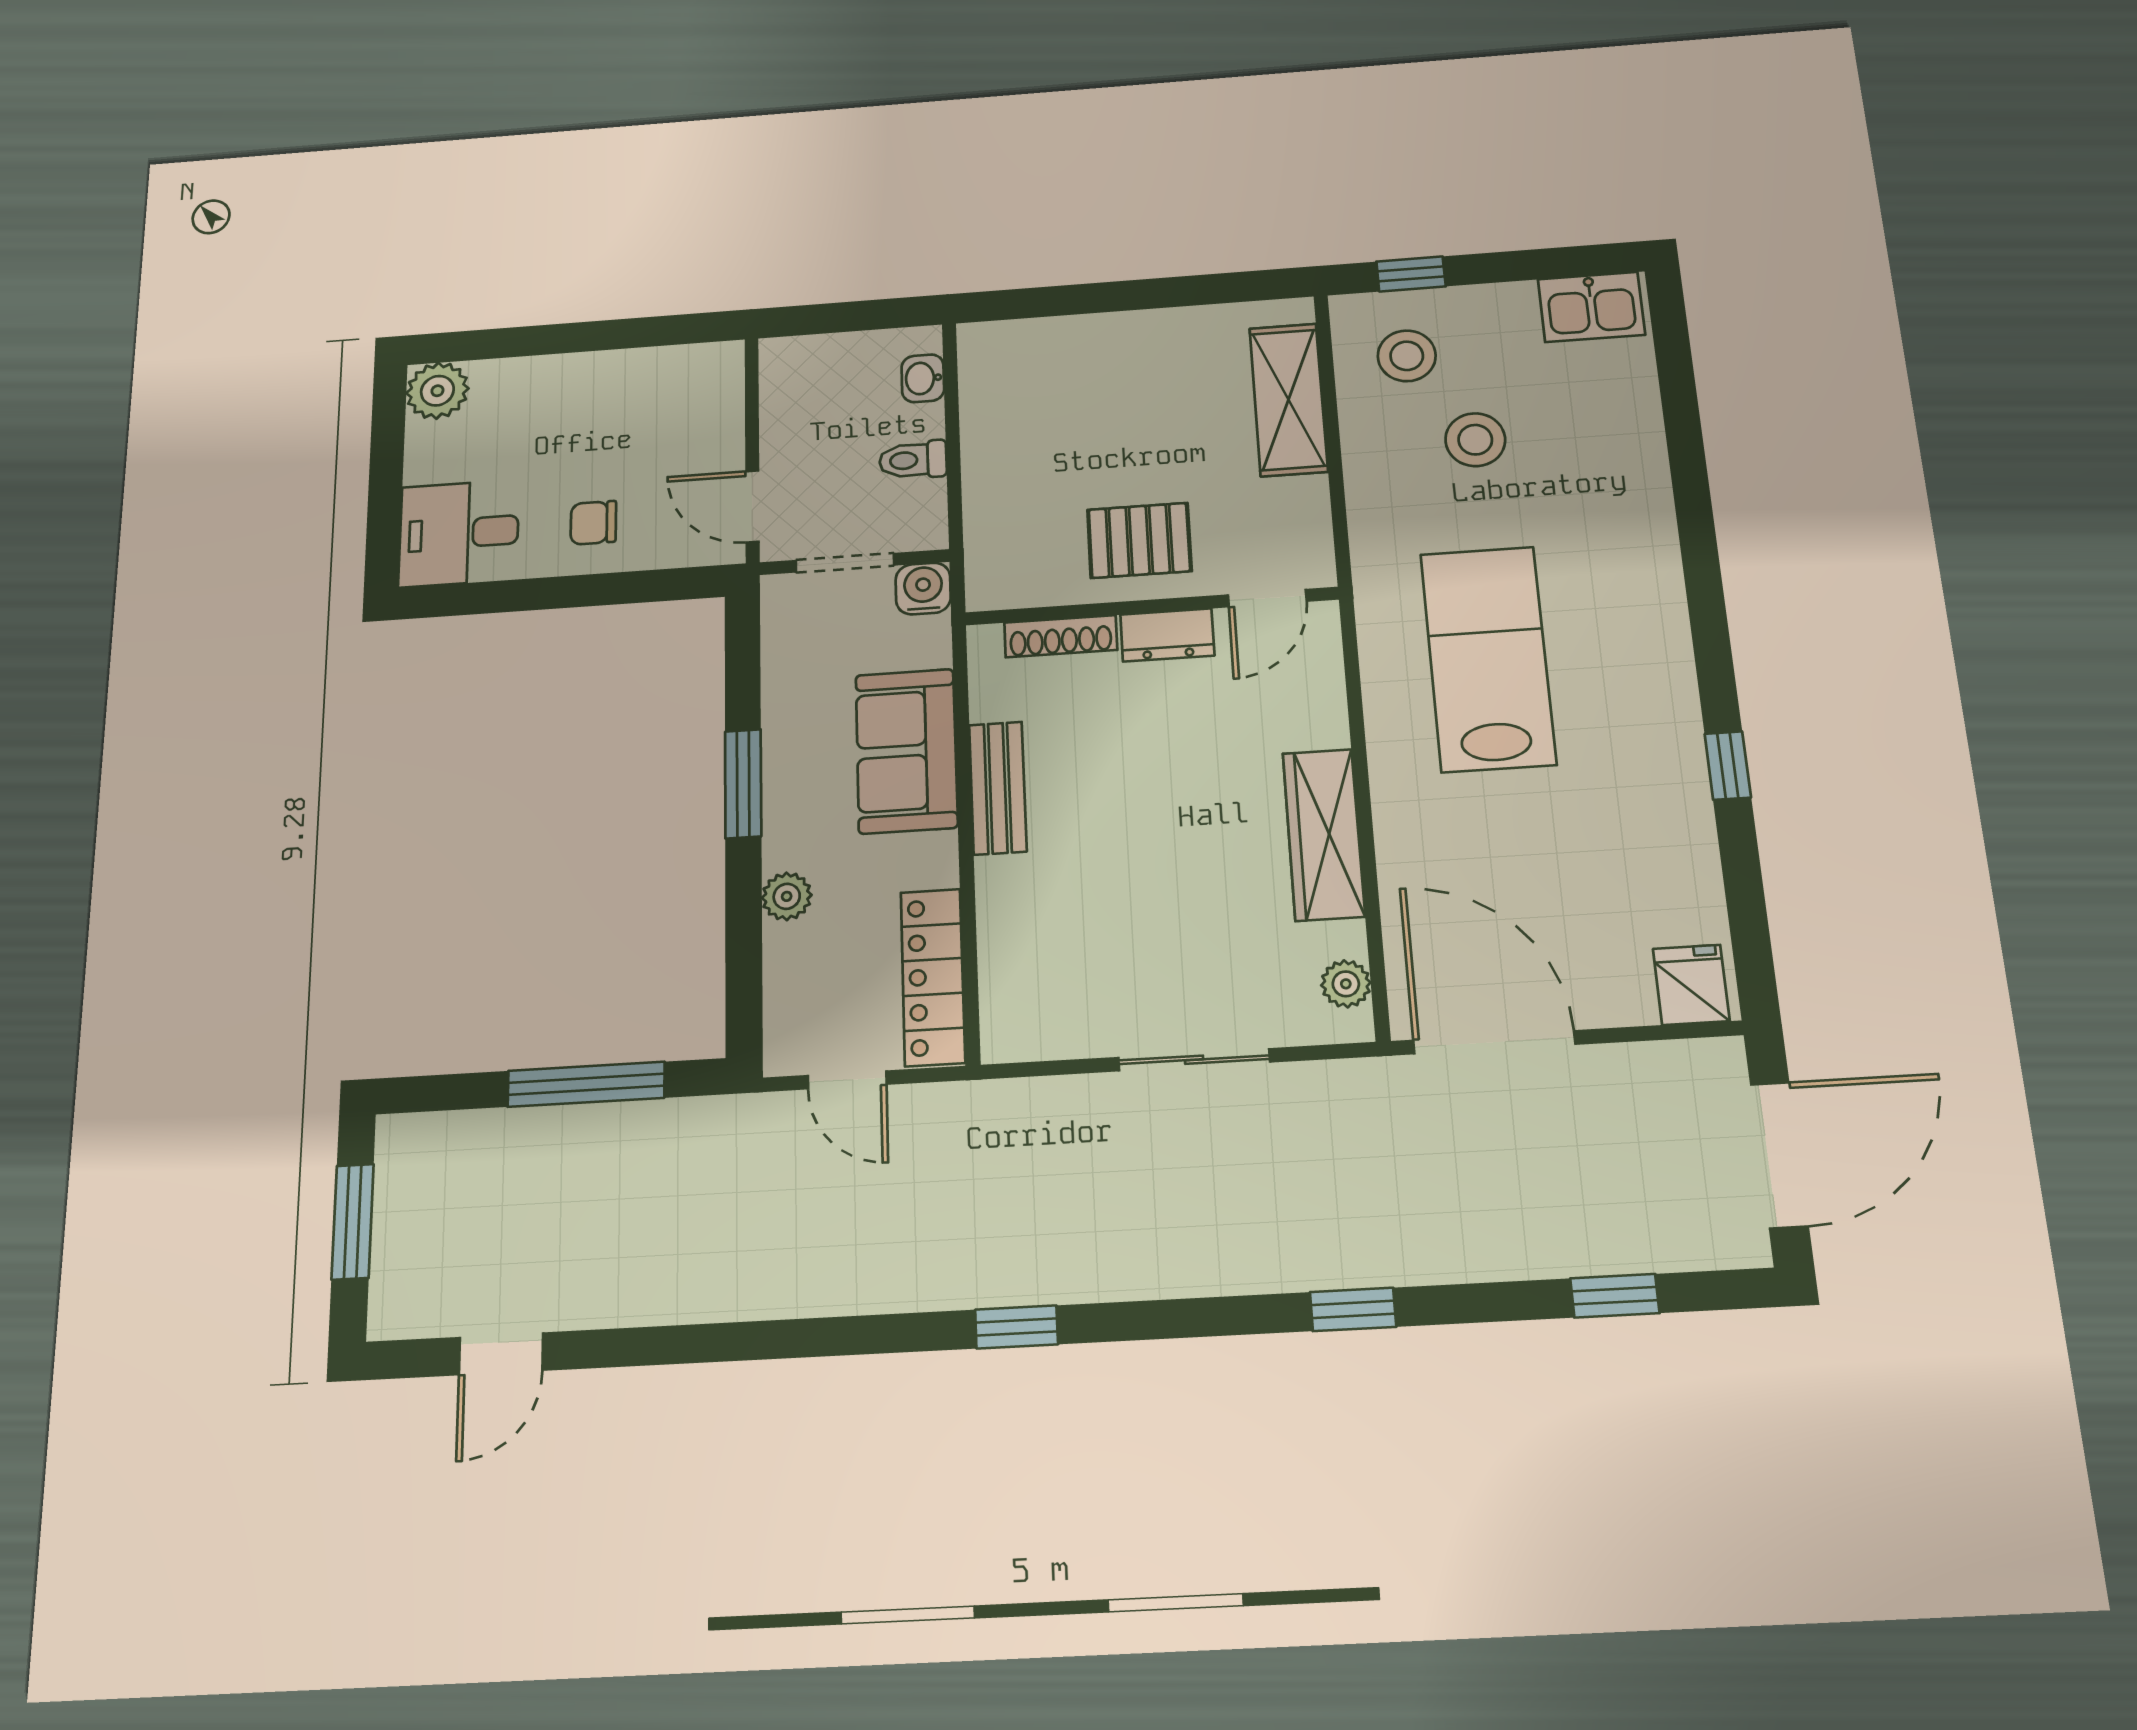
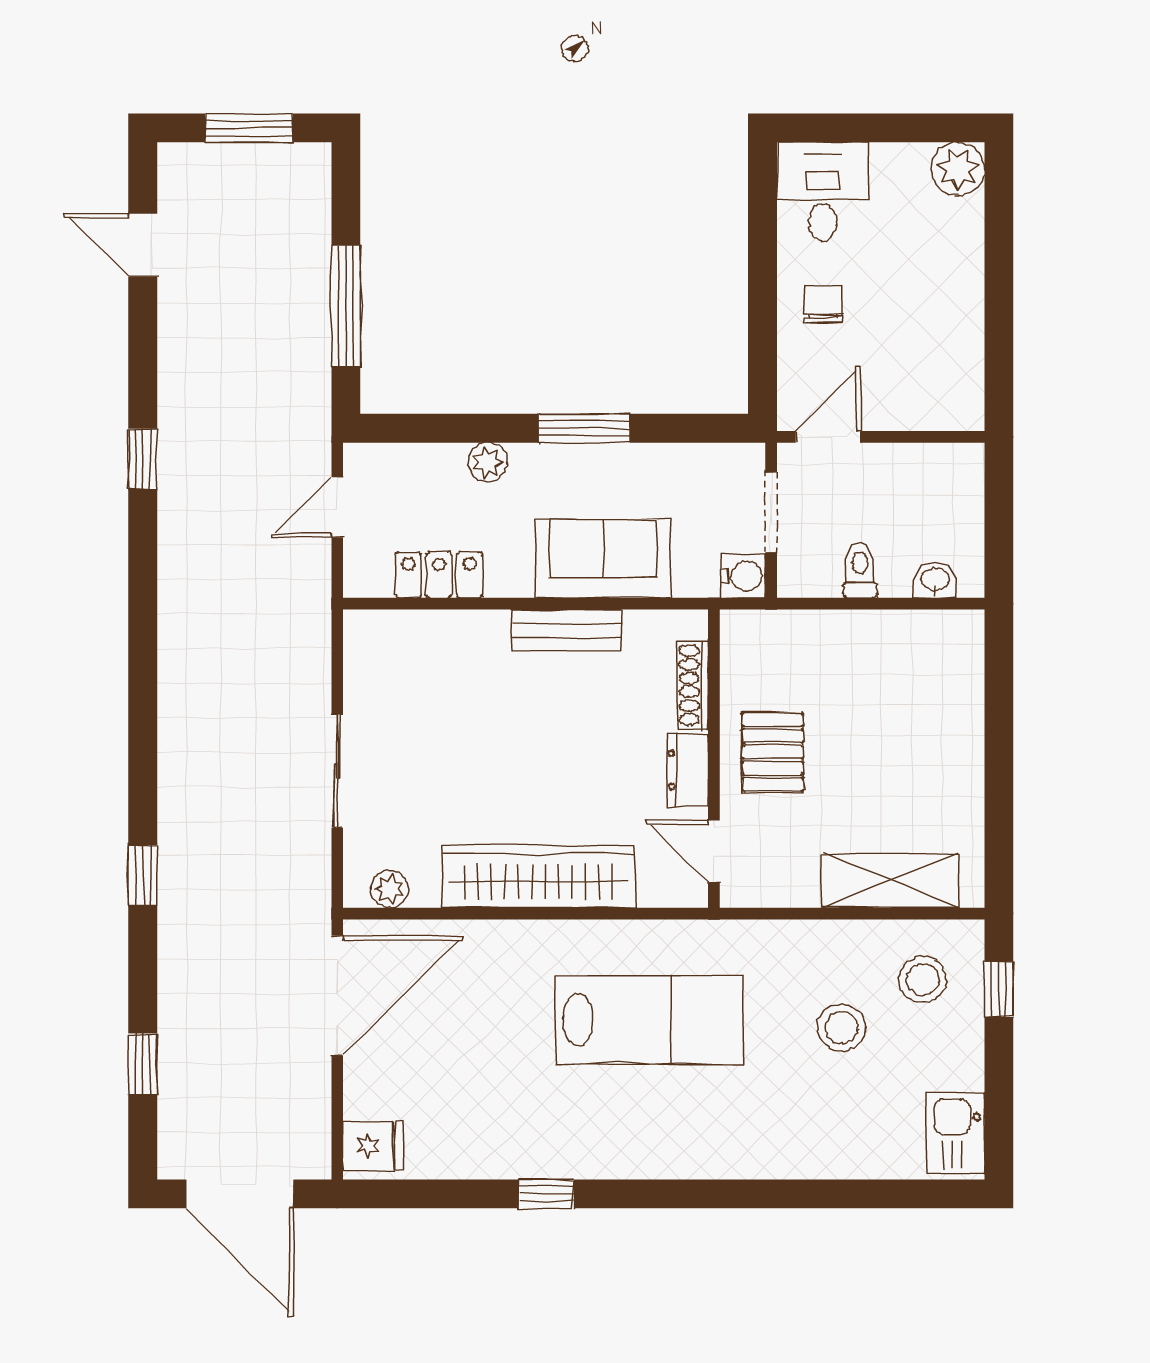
wardrobe: (1324, 834) -> (538, 877), width x1.40, depth x1.17
locker: (933, 977) -> (439, 575), width x0.66
window: (1016, 1327) -> (143, 459), moved

